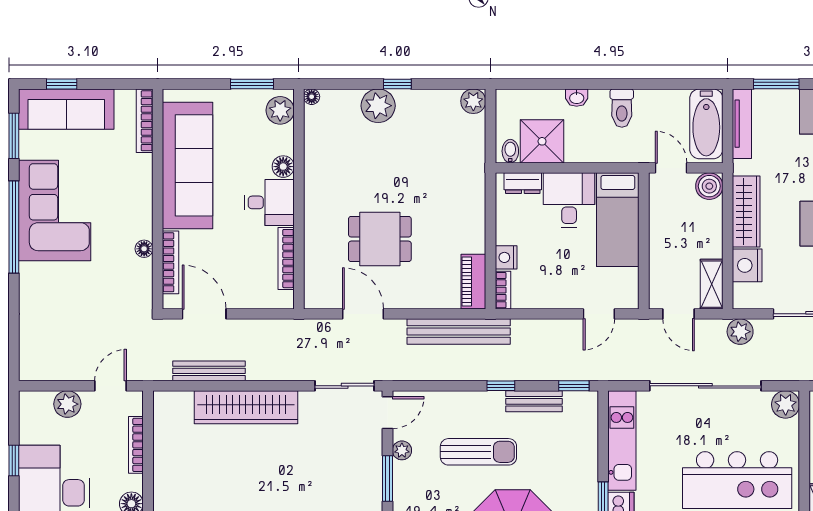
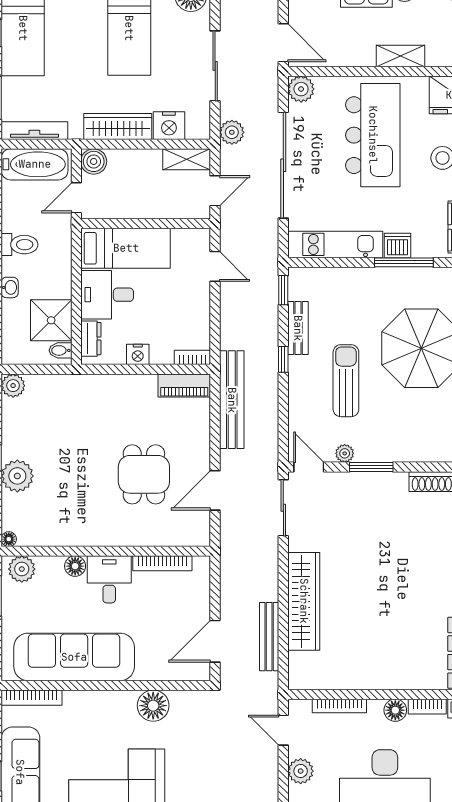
floor lamp: (144, 249) -> (153, 706), width x1.89, depth x1.89
nightstand: (506, 257) -> (138, 354), moved
bookcase: (170, 262) -> (166, 673), removed

